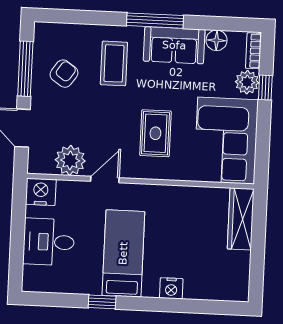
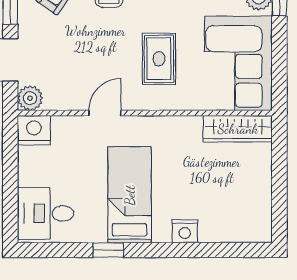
plant: (70, 160) -> (30, 98), moved, width x0.73, depth x0.73
wardrobe: (241, 219) -> (238, 129), moved, turned -90
desk: (49, 242) -> (45, 213), moved

